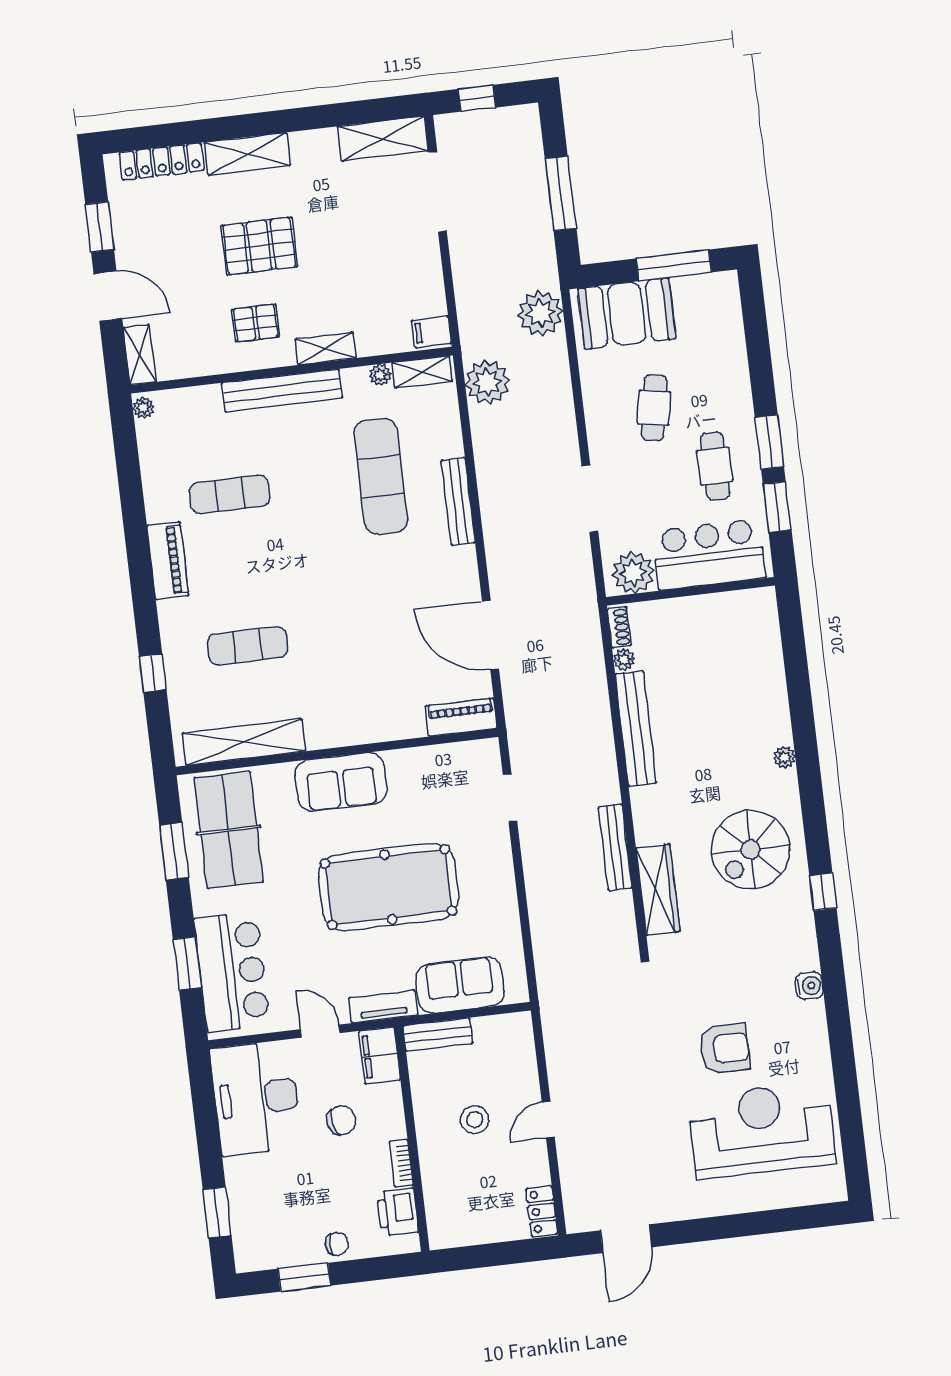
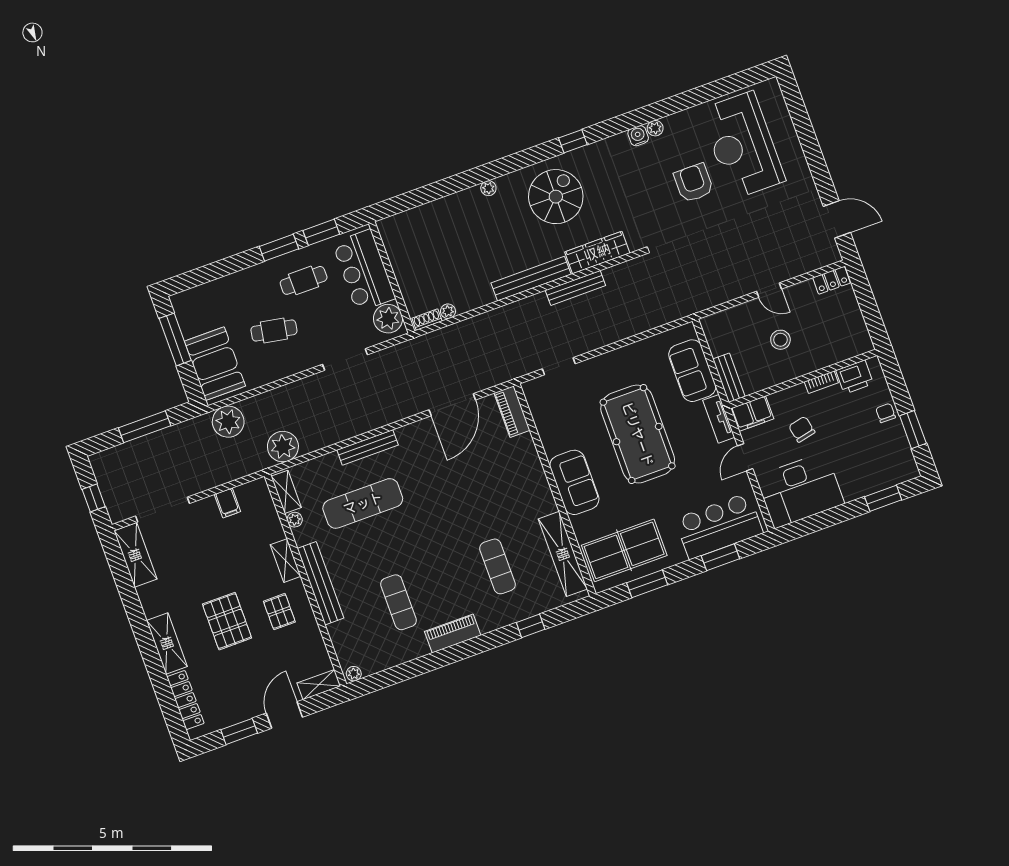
filing cabinet: (431, 332) -> (227, 503), moved
bench: (636, 728) -> (531, 279), moved
spiral stairs: (750, 850) -> (556, 197), turned -90
plant: (814, 1012) -> (655, 128), added

